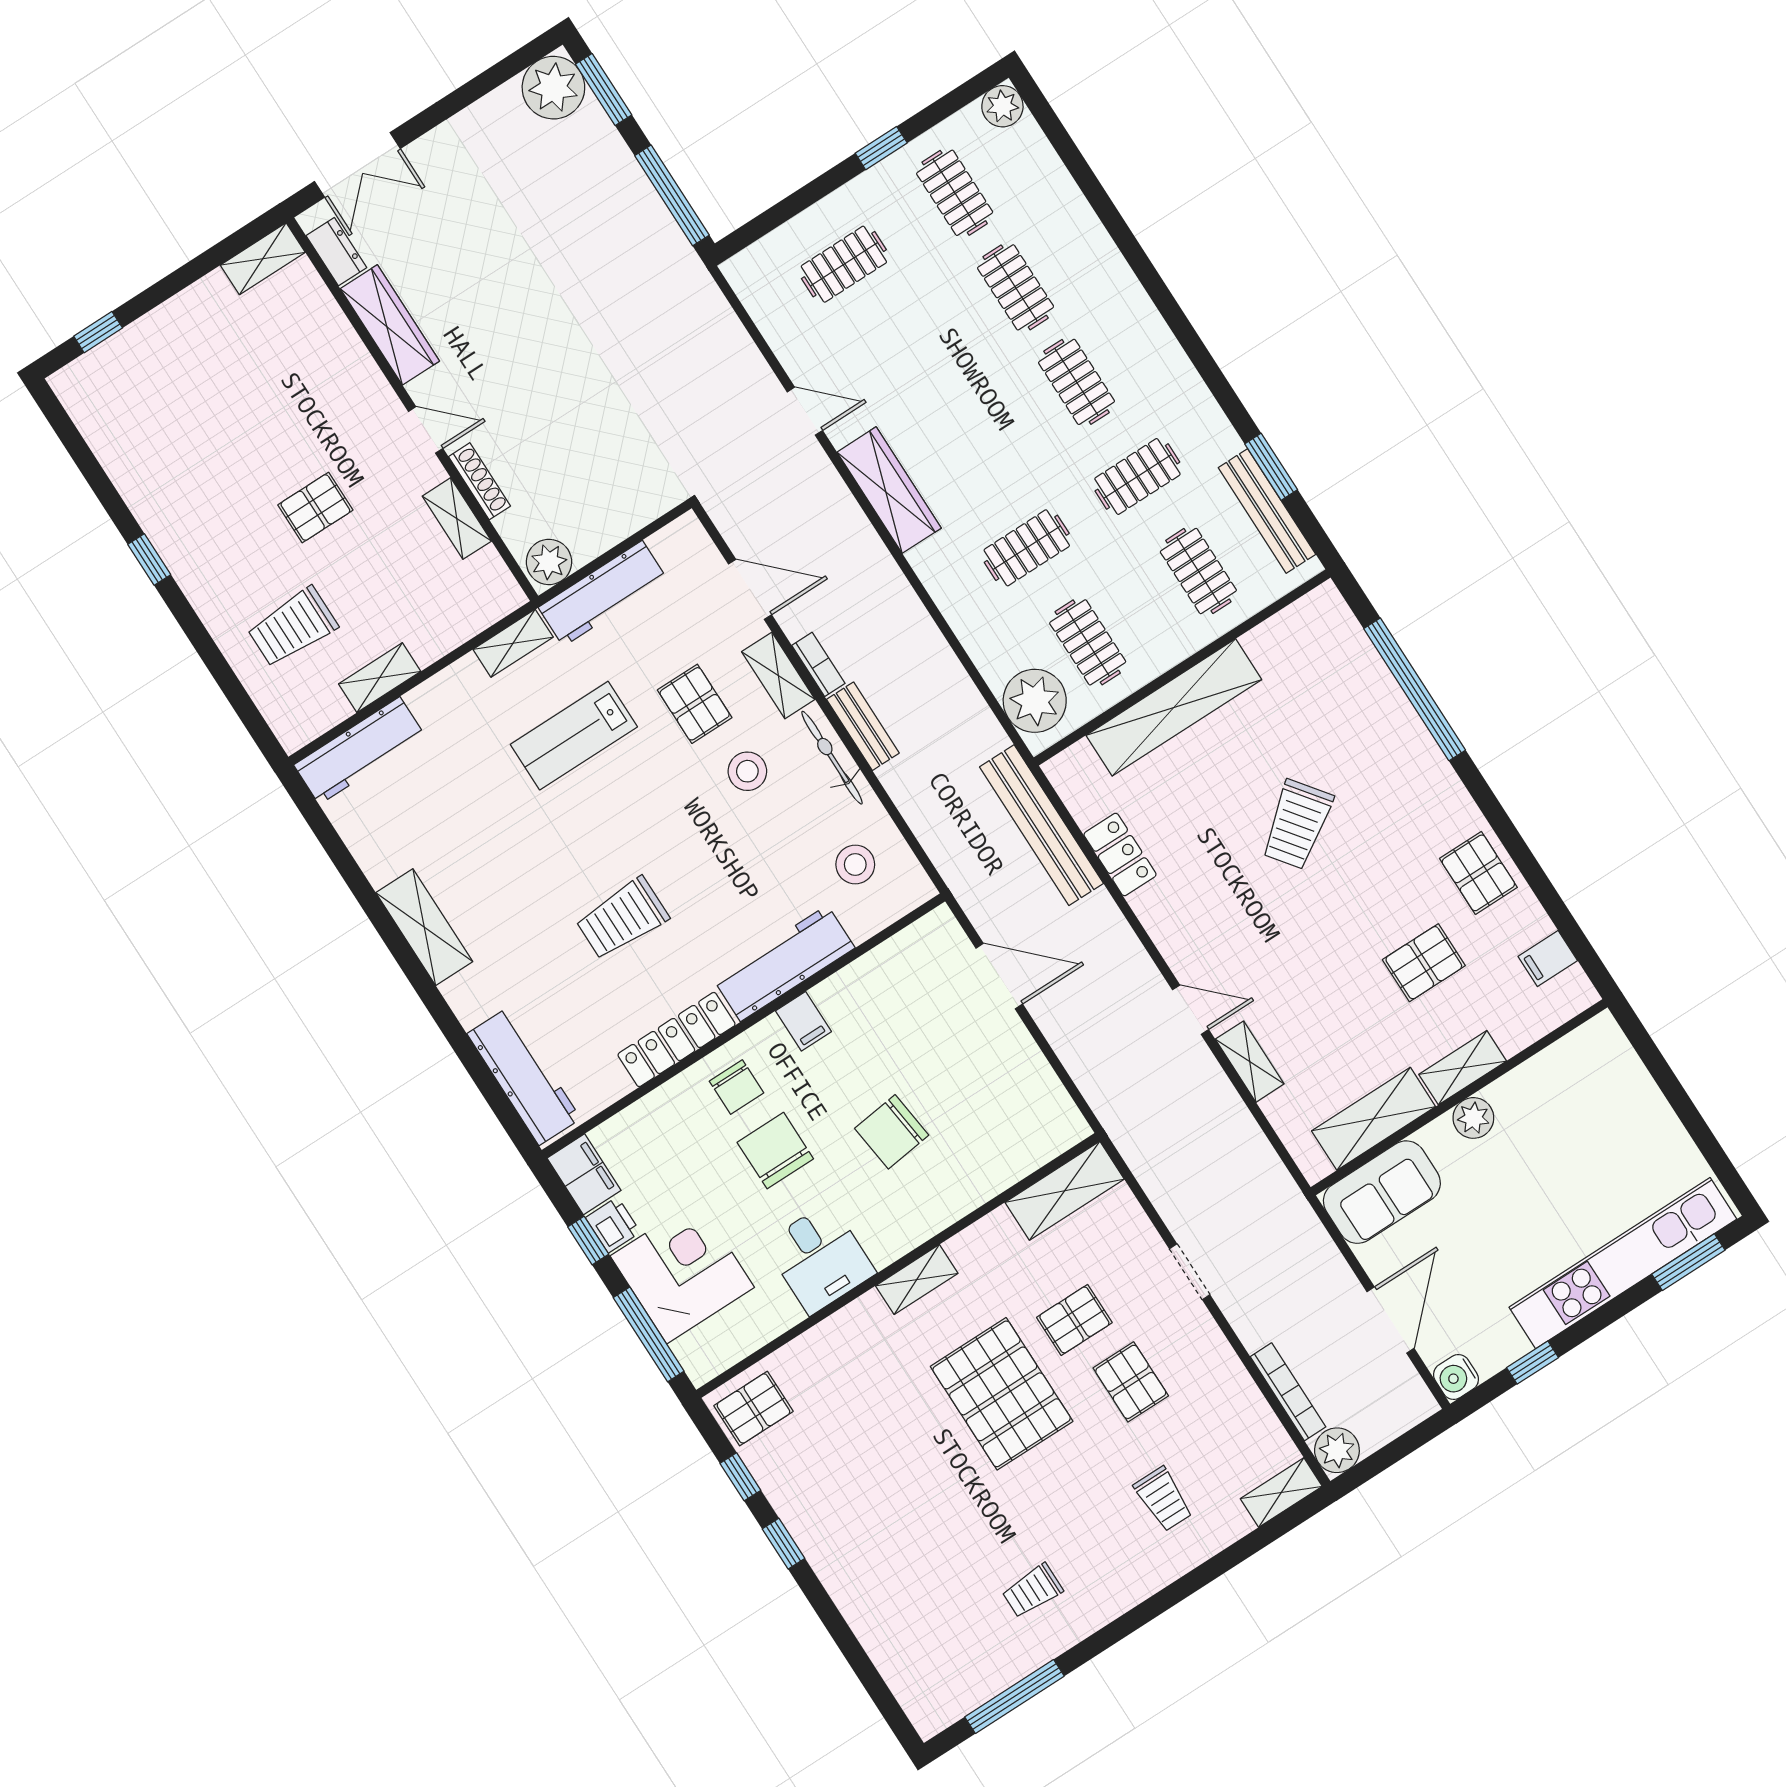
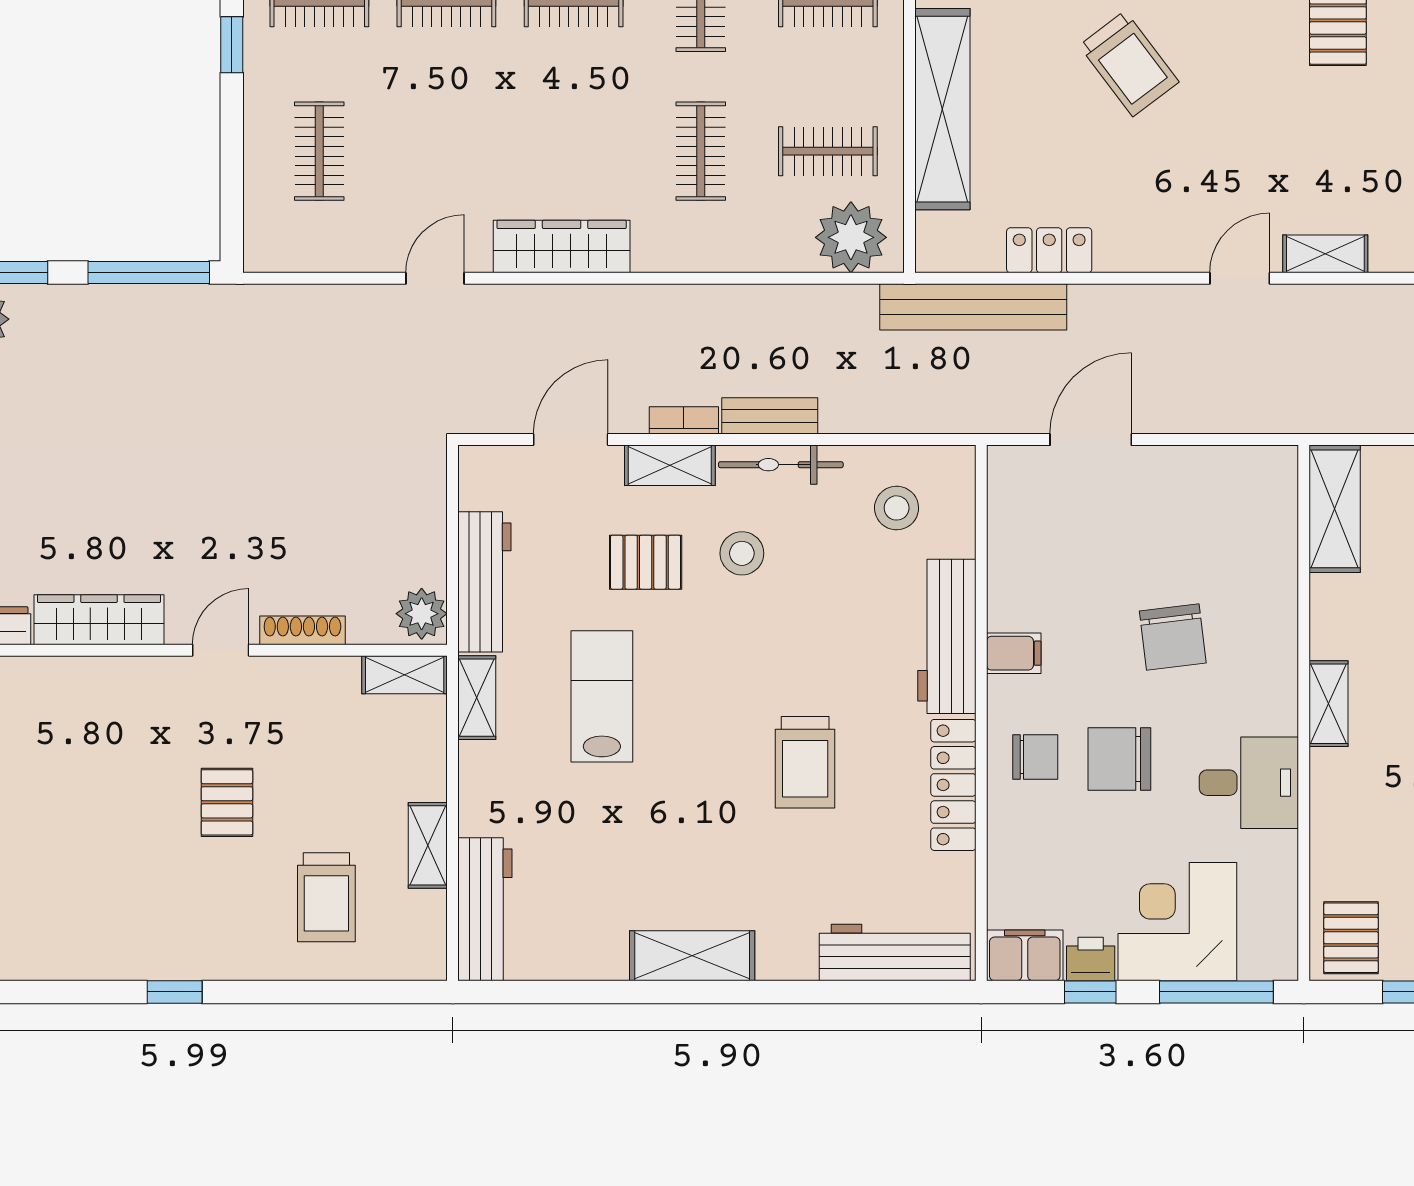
shelving: (457, 519) -> (405, 675), moved
lab bench: (574, 736) -> (602, 696), turned 180

